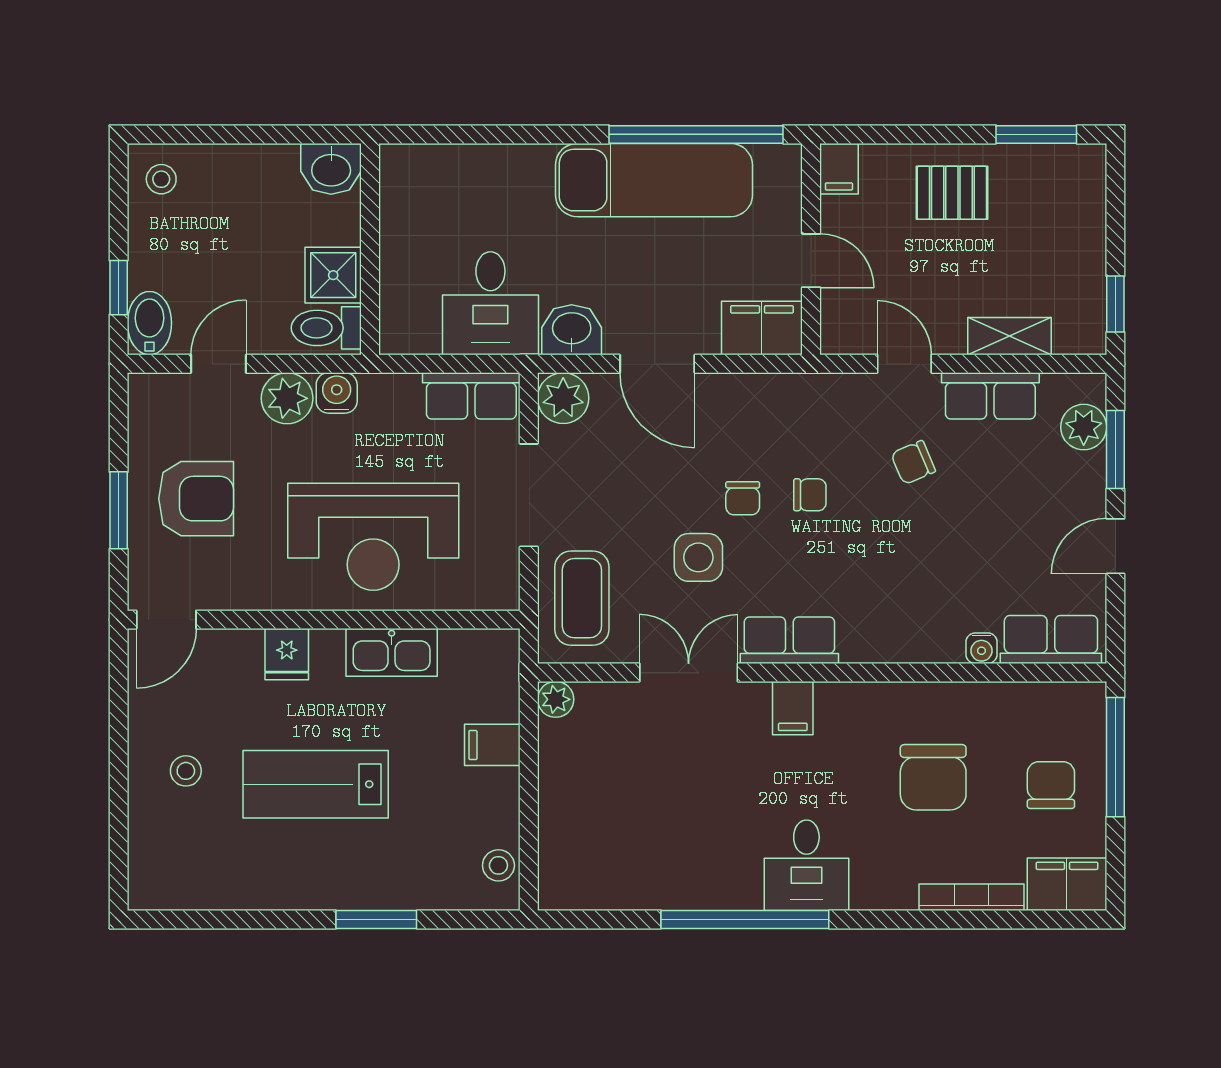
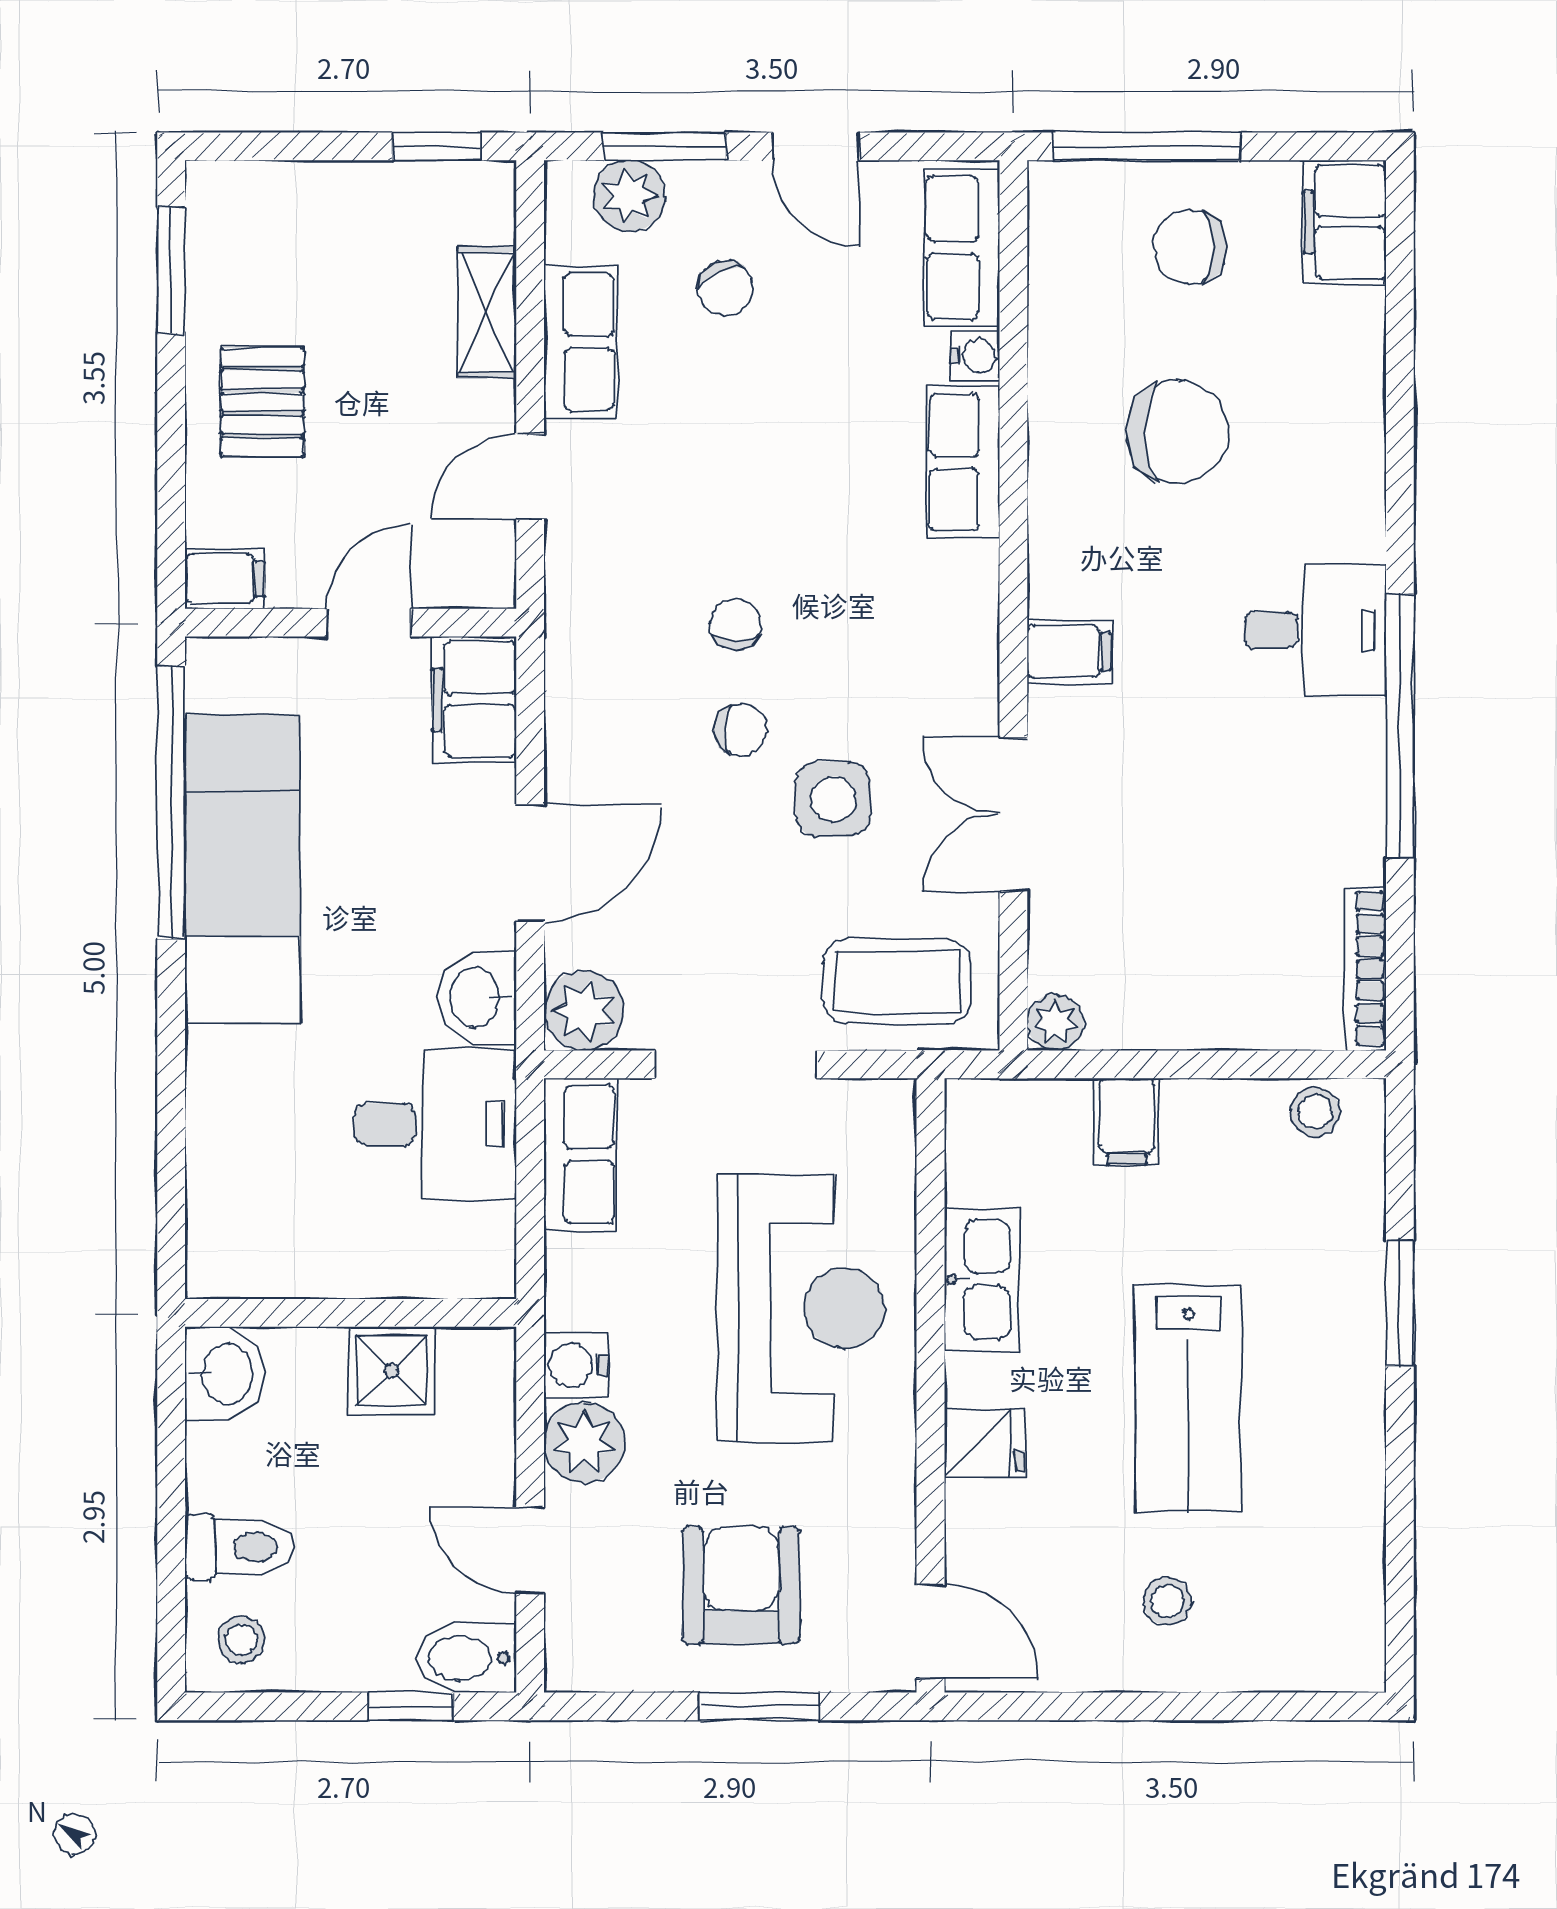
toilet: (326, 328) -> (240, 1547), moved, turned -90
chair: (913, 462) -> (726, 288), moved
row of seats: (789, 640) -> (963, 462), moved
bookcase: (972, 897) -> (1365, 969), moved

